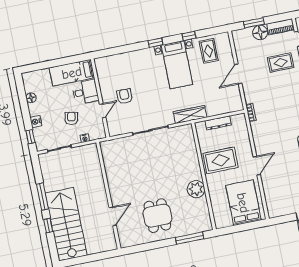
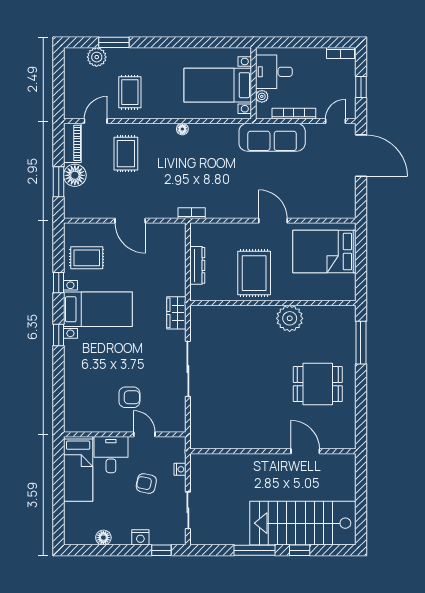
armchair: (125, 96) -> (129, 397), turned 180
wardrobe: (190, 115) -> (176, 313), width x0.67

